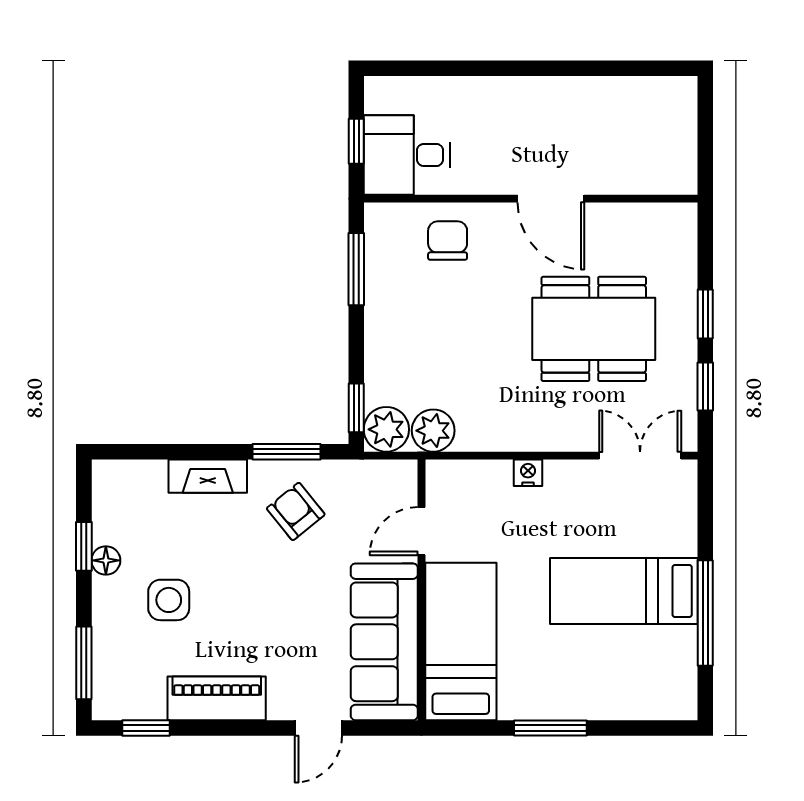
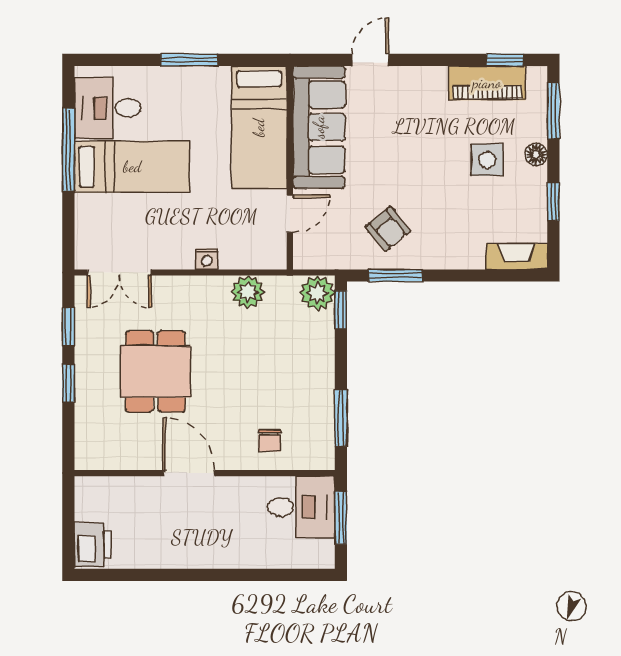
printer: (674, 107) -> (93, 545), added
window: (356, 141) -> (341, 518), width x1.50
chair: (448, 241) -> (270, 440), width x0.73, depth x0.73
dining table: (594, 329) -> (155, 371), width x0.73
plant: (433, 431) -> (248, 292), moved
fireplace: (208, 476) -> (517, 256), moved
floor lamp: (106, 560) -> (536, 154), moved
desk: (655, 667) -> (108, 108), added
piano: (217, 698) -> (487, 83), moved

